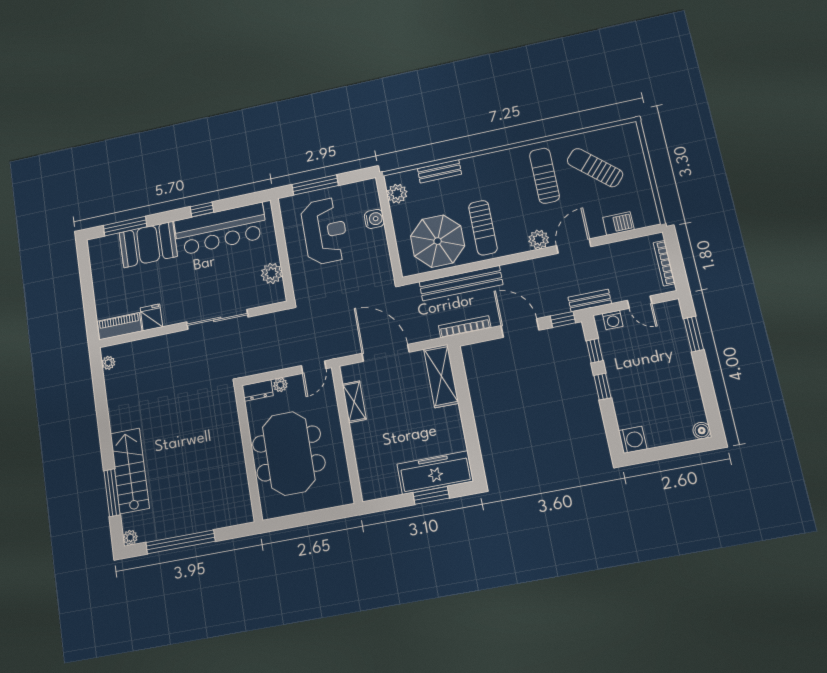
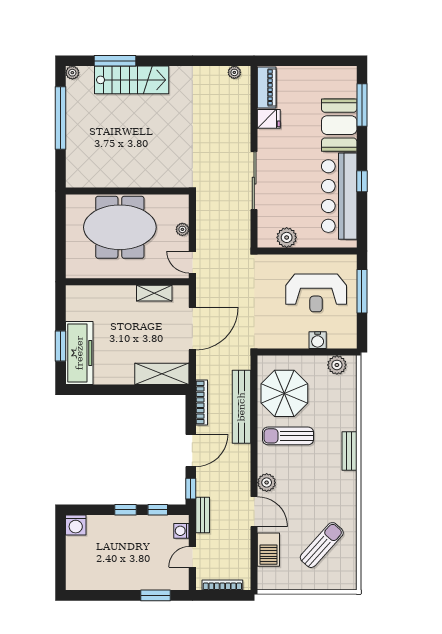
bench: (439, 171) -> (349, 451), moved
sun lounger: (544, 176) -> (324, 500), removed
barbecue: (618, 224) -> (268, 550), width x1.38, depth x1.27
dresser: (258, 390) -> (181, 208), removed
boiler: (702, 431) -> (73, 583), removed

